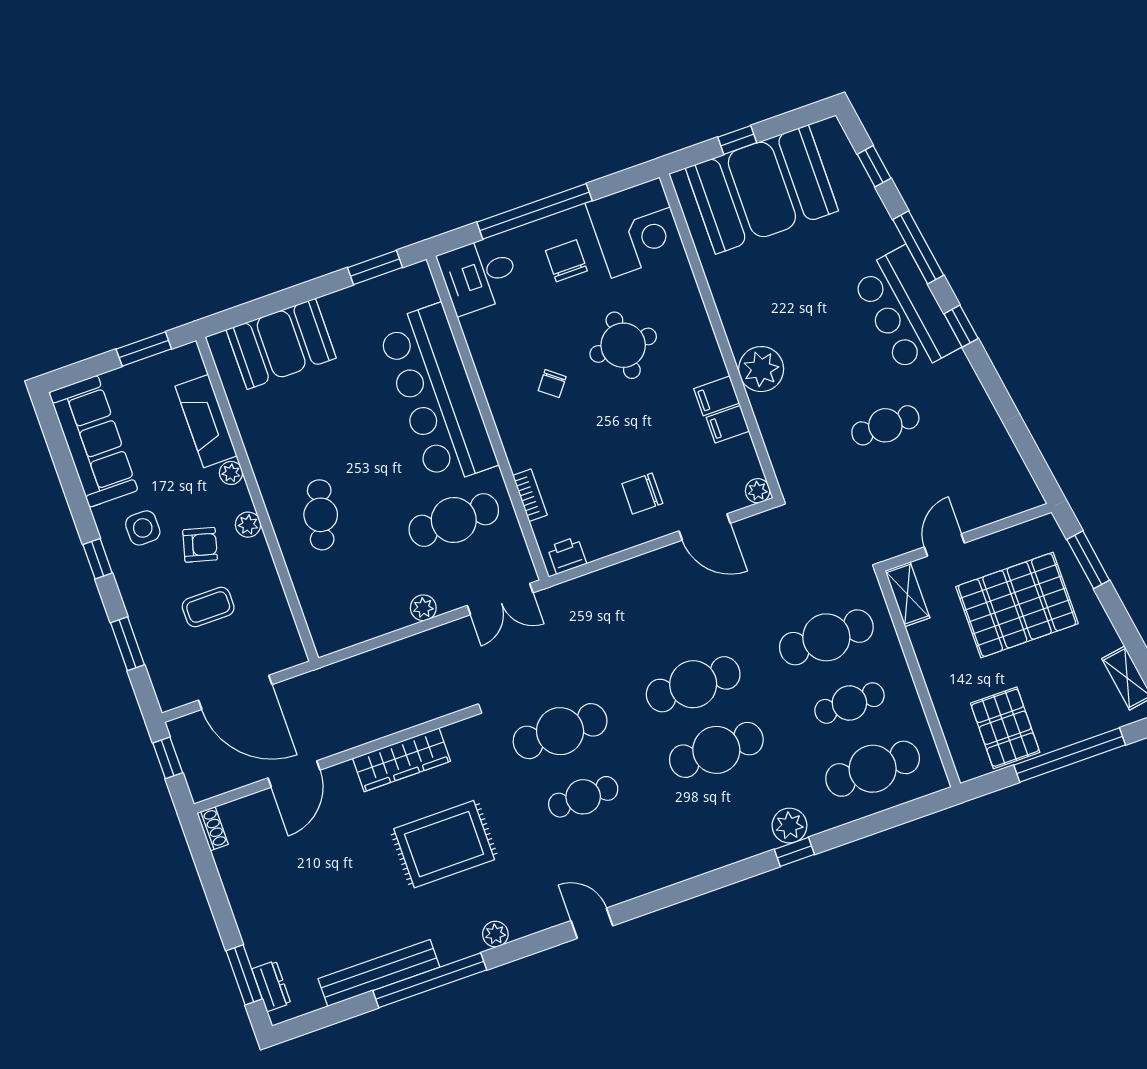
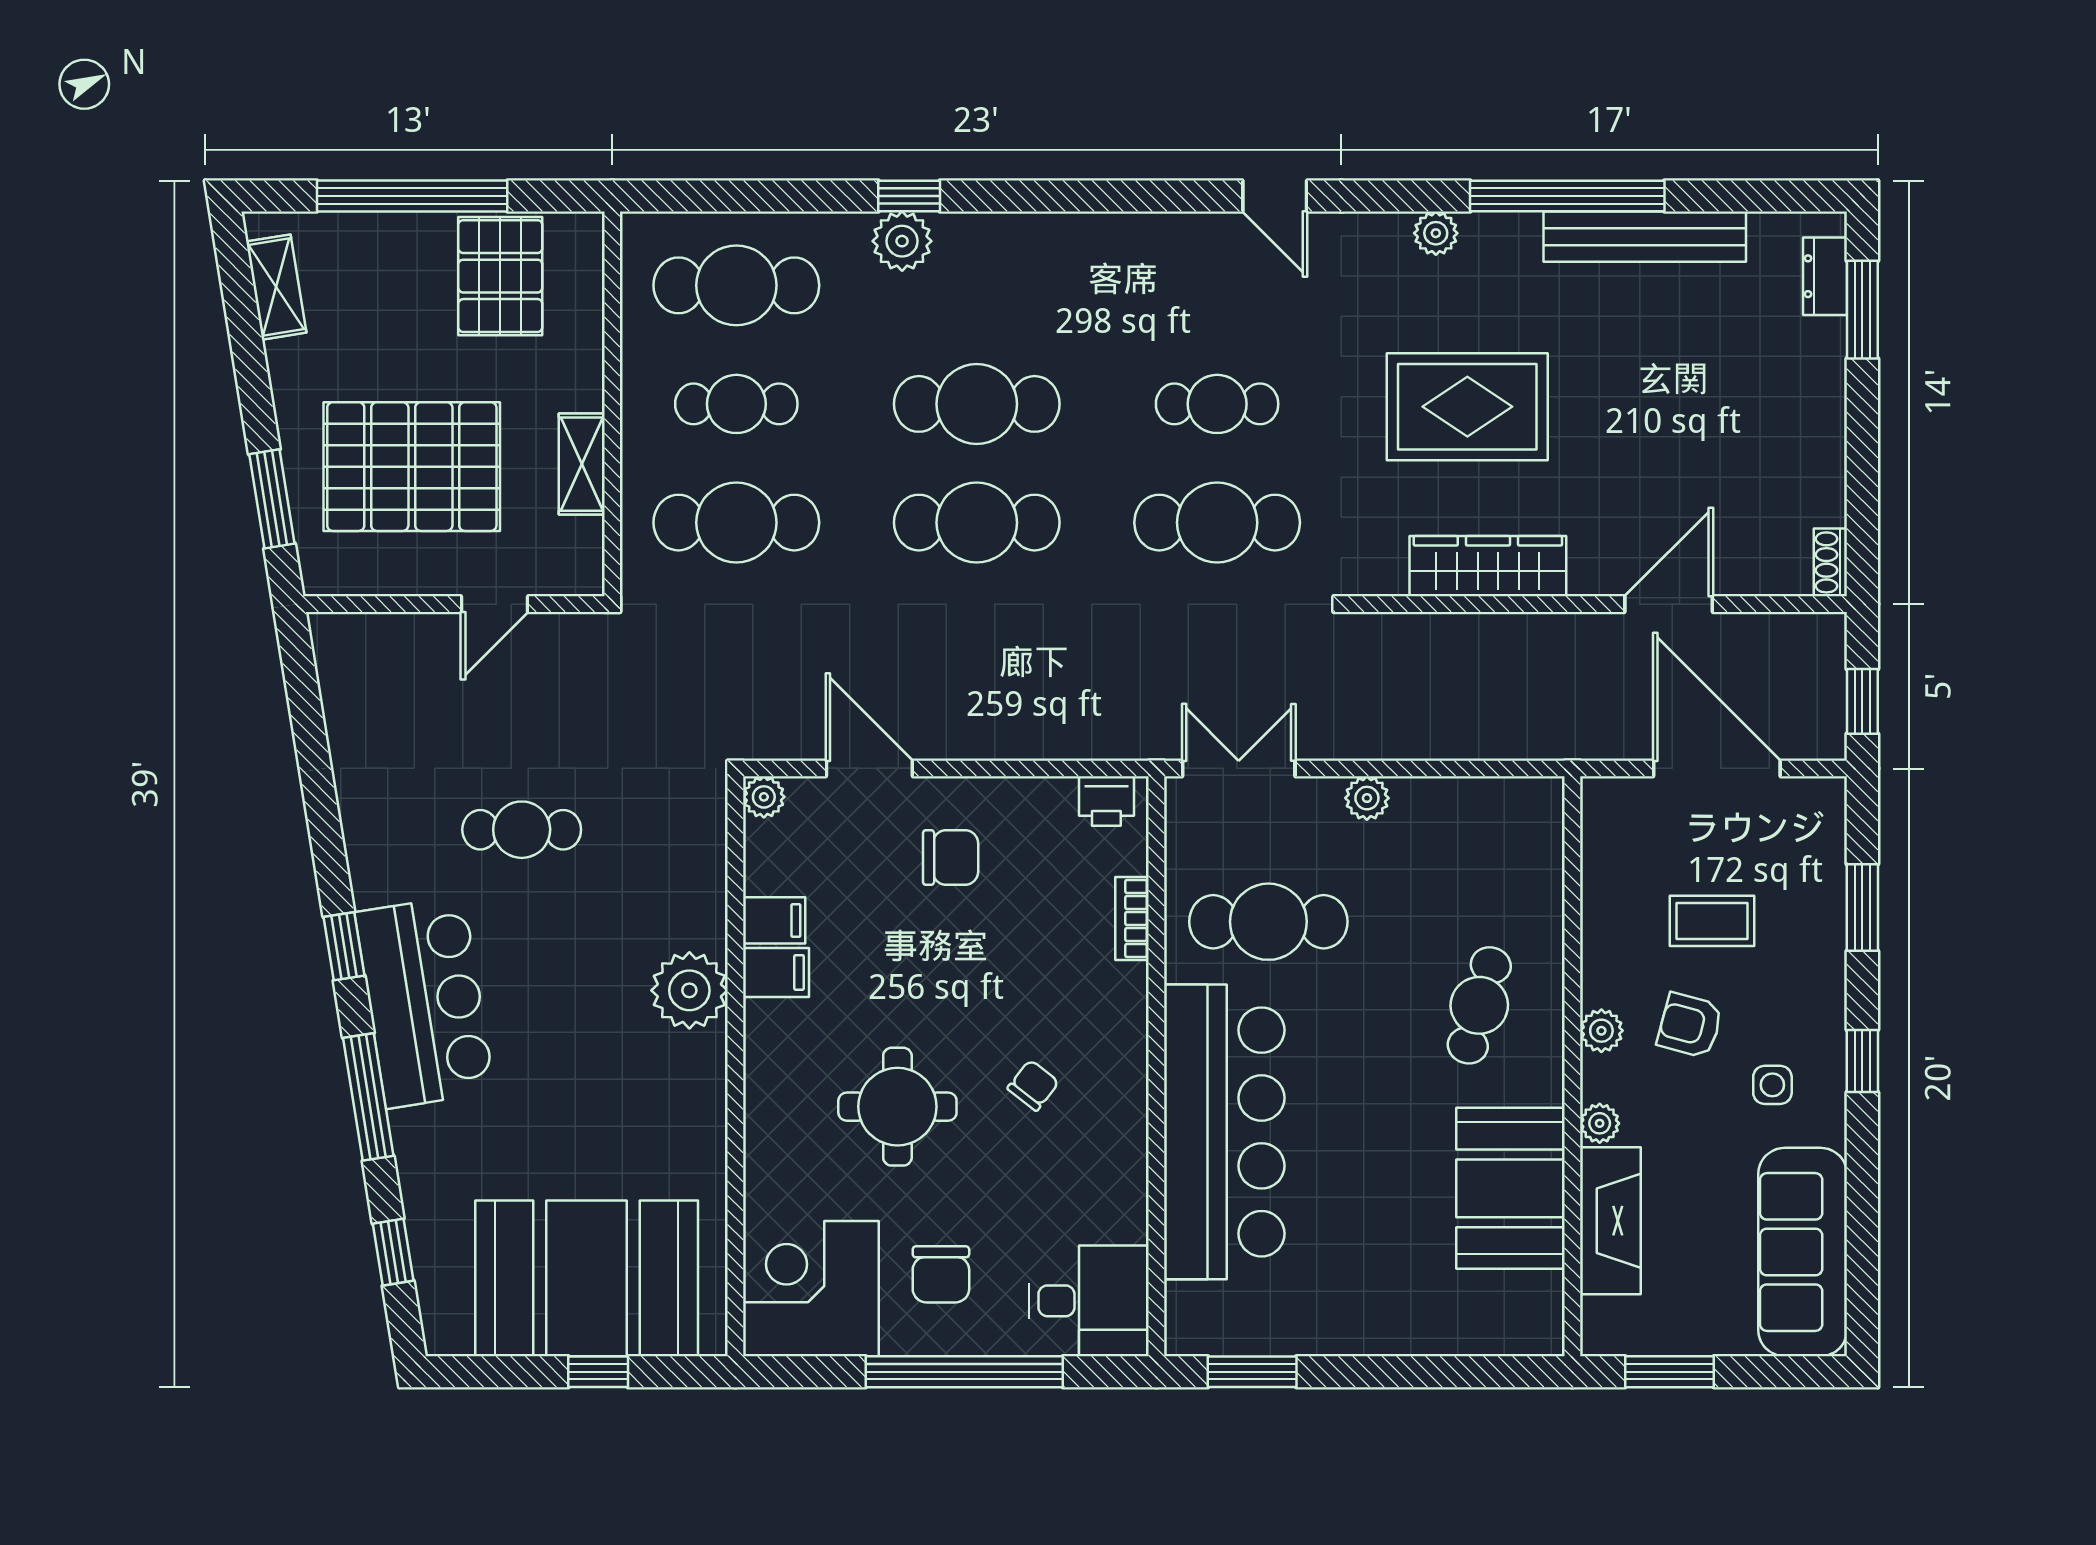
booth: (281, 344) -> (1510, 1188), moved, turned 90
side table: (143, 528) -> (1772, 1085), width x0.73, depth x0.73
shelving: (907, 594) -> (582, 464), moved

